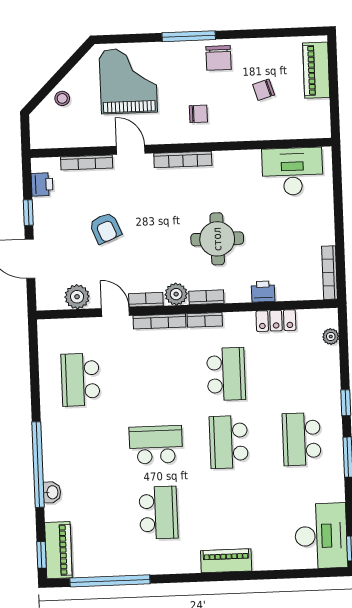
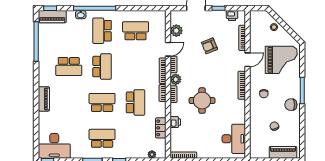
school desk: (226, 374) -> (136, 102), turned -90
school desk: (83, 448) -> (102, 31), added

